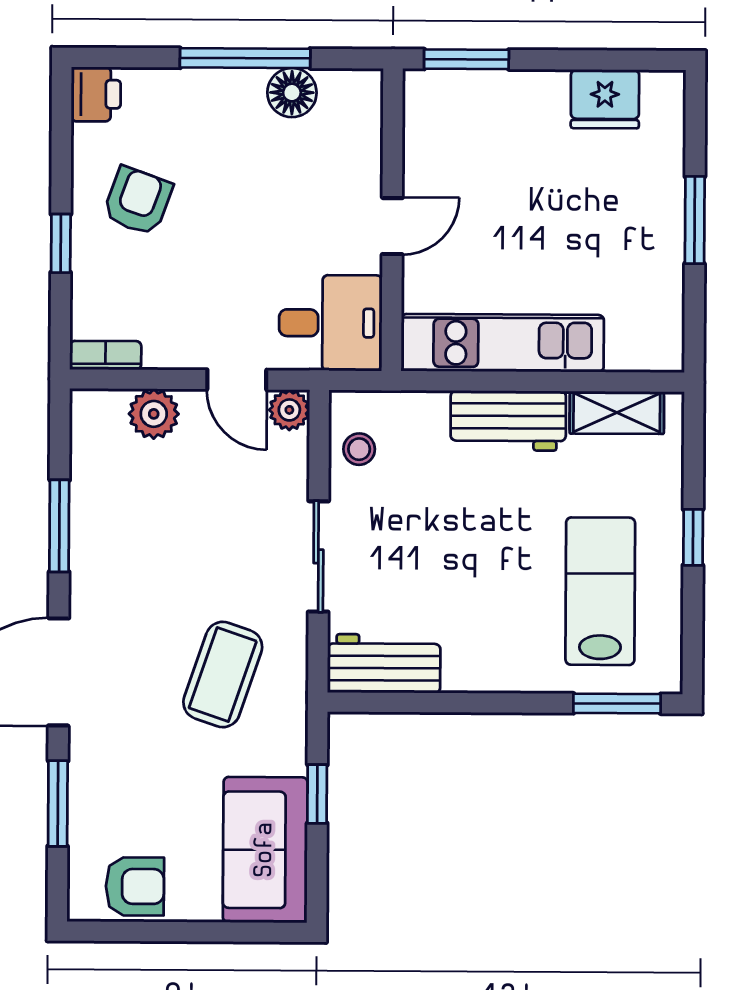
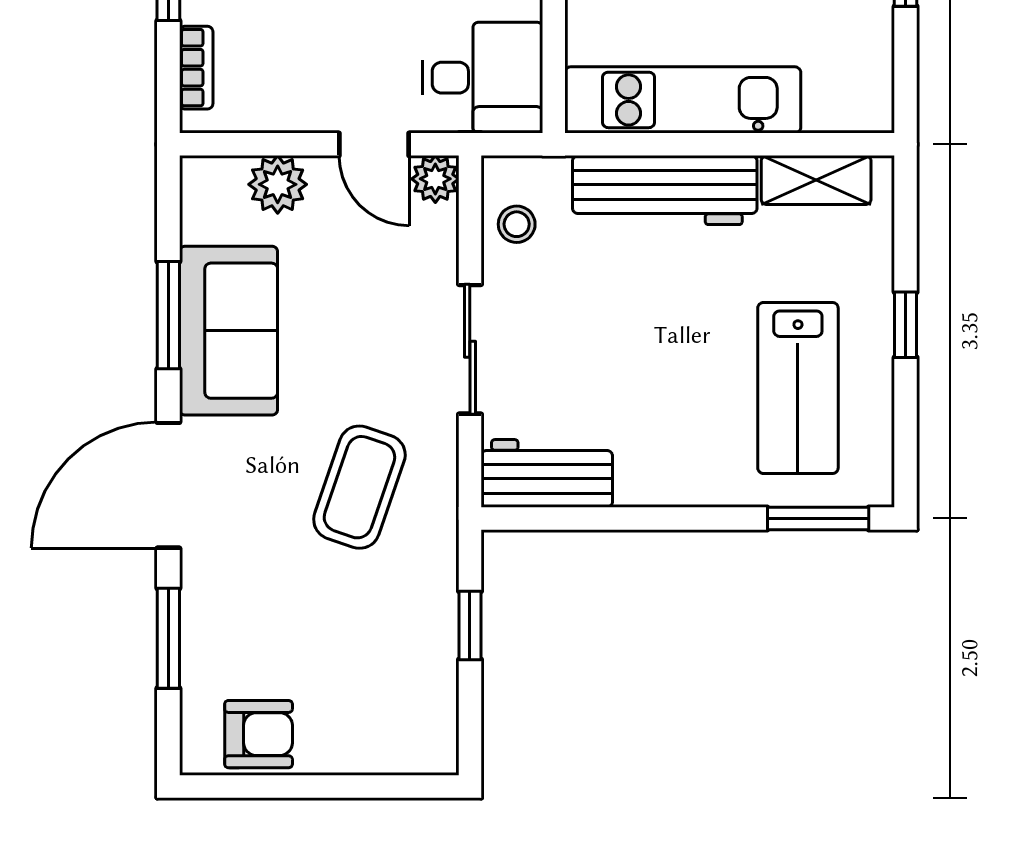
bookcase: (106, 355) -> (196, 68), moved, turned 90
workbench: (508, 421) -> (665, 190), width x1.37
lab bench: (600, 591) -> (798, 388), turned 180
sofa: (265, 850) -> (228, 331), moved, turned 180

